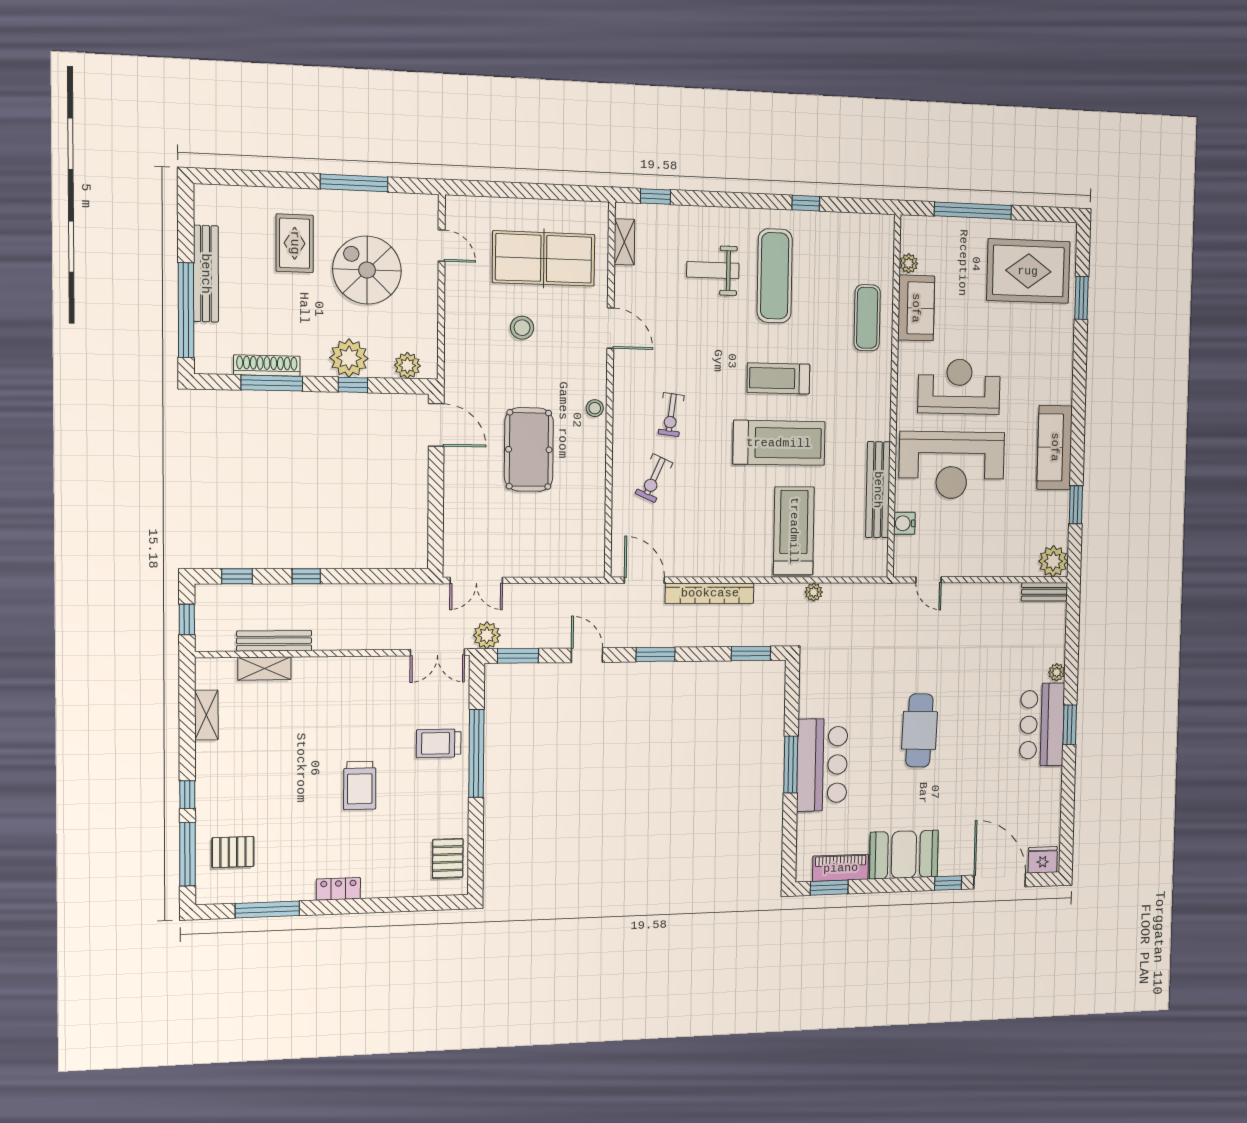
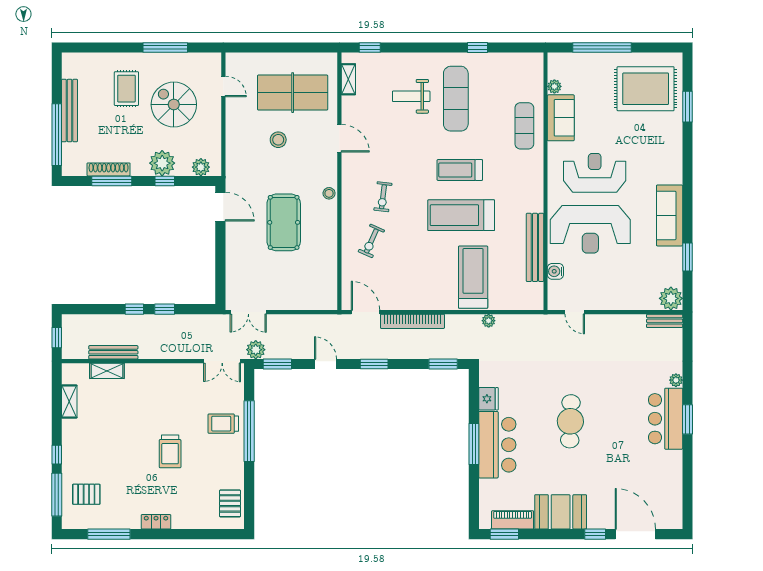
treadmill: (779, 443) -> (461, 215), turned 180
window: (237, 576) -> (165, 309), moved
fridge: (1043, 860) -> (488, 399), moved, turned 90

